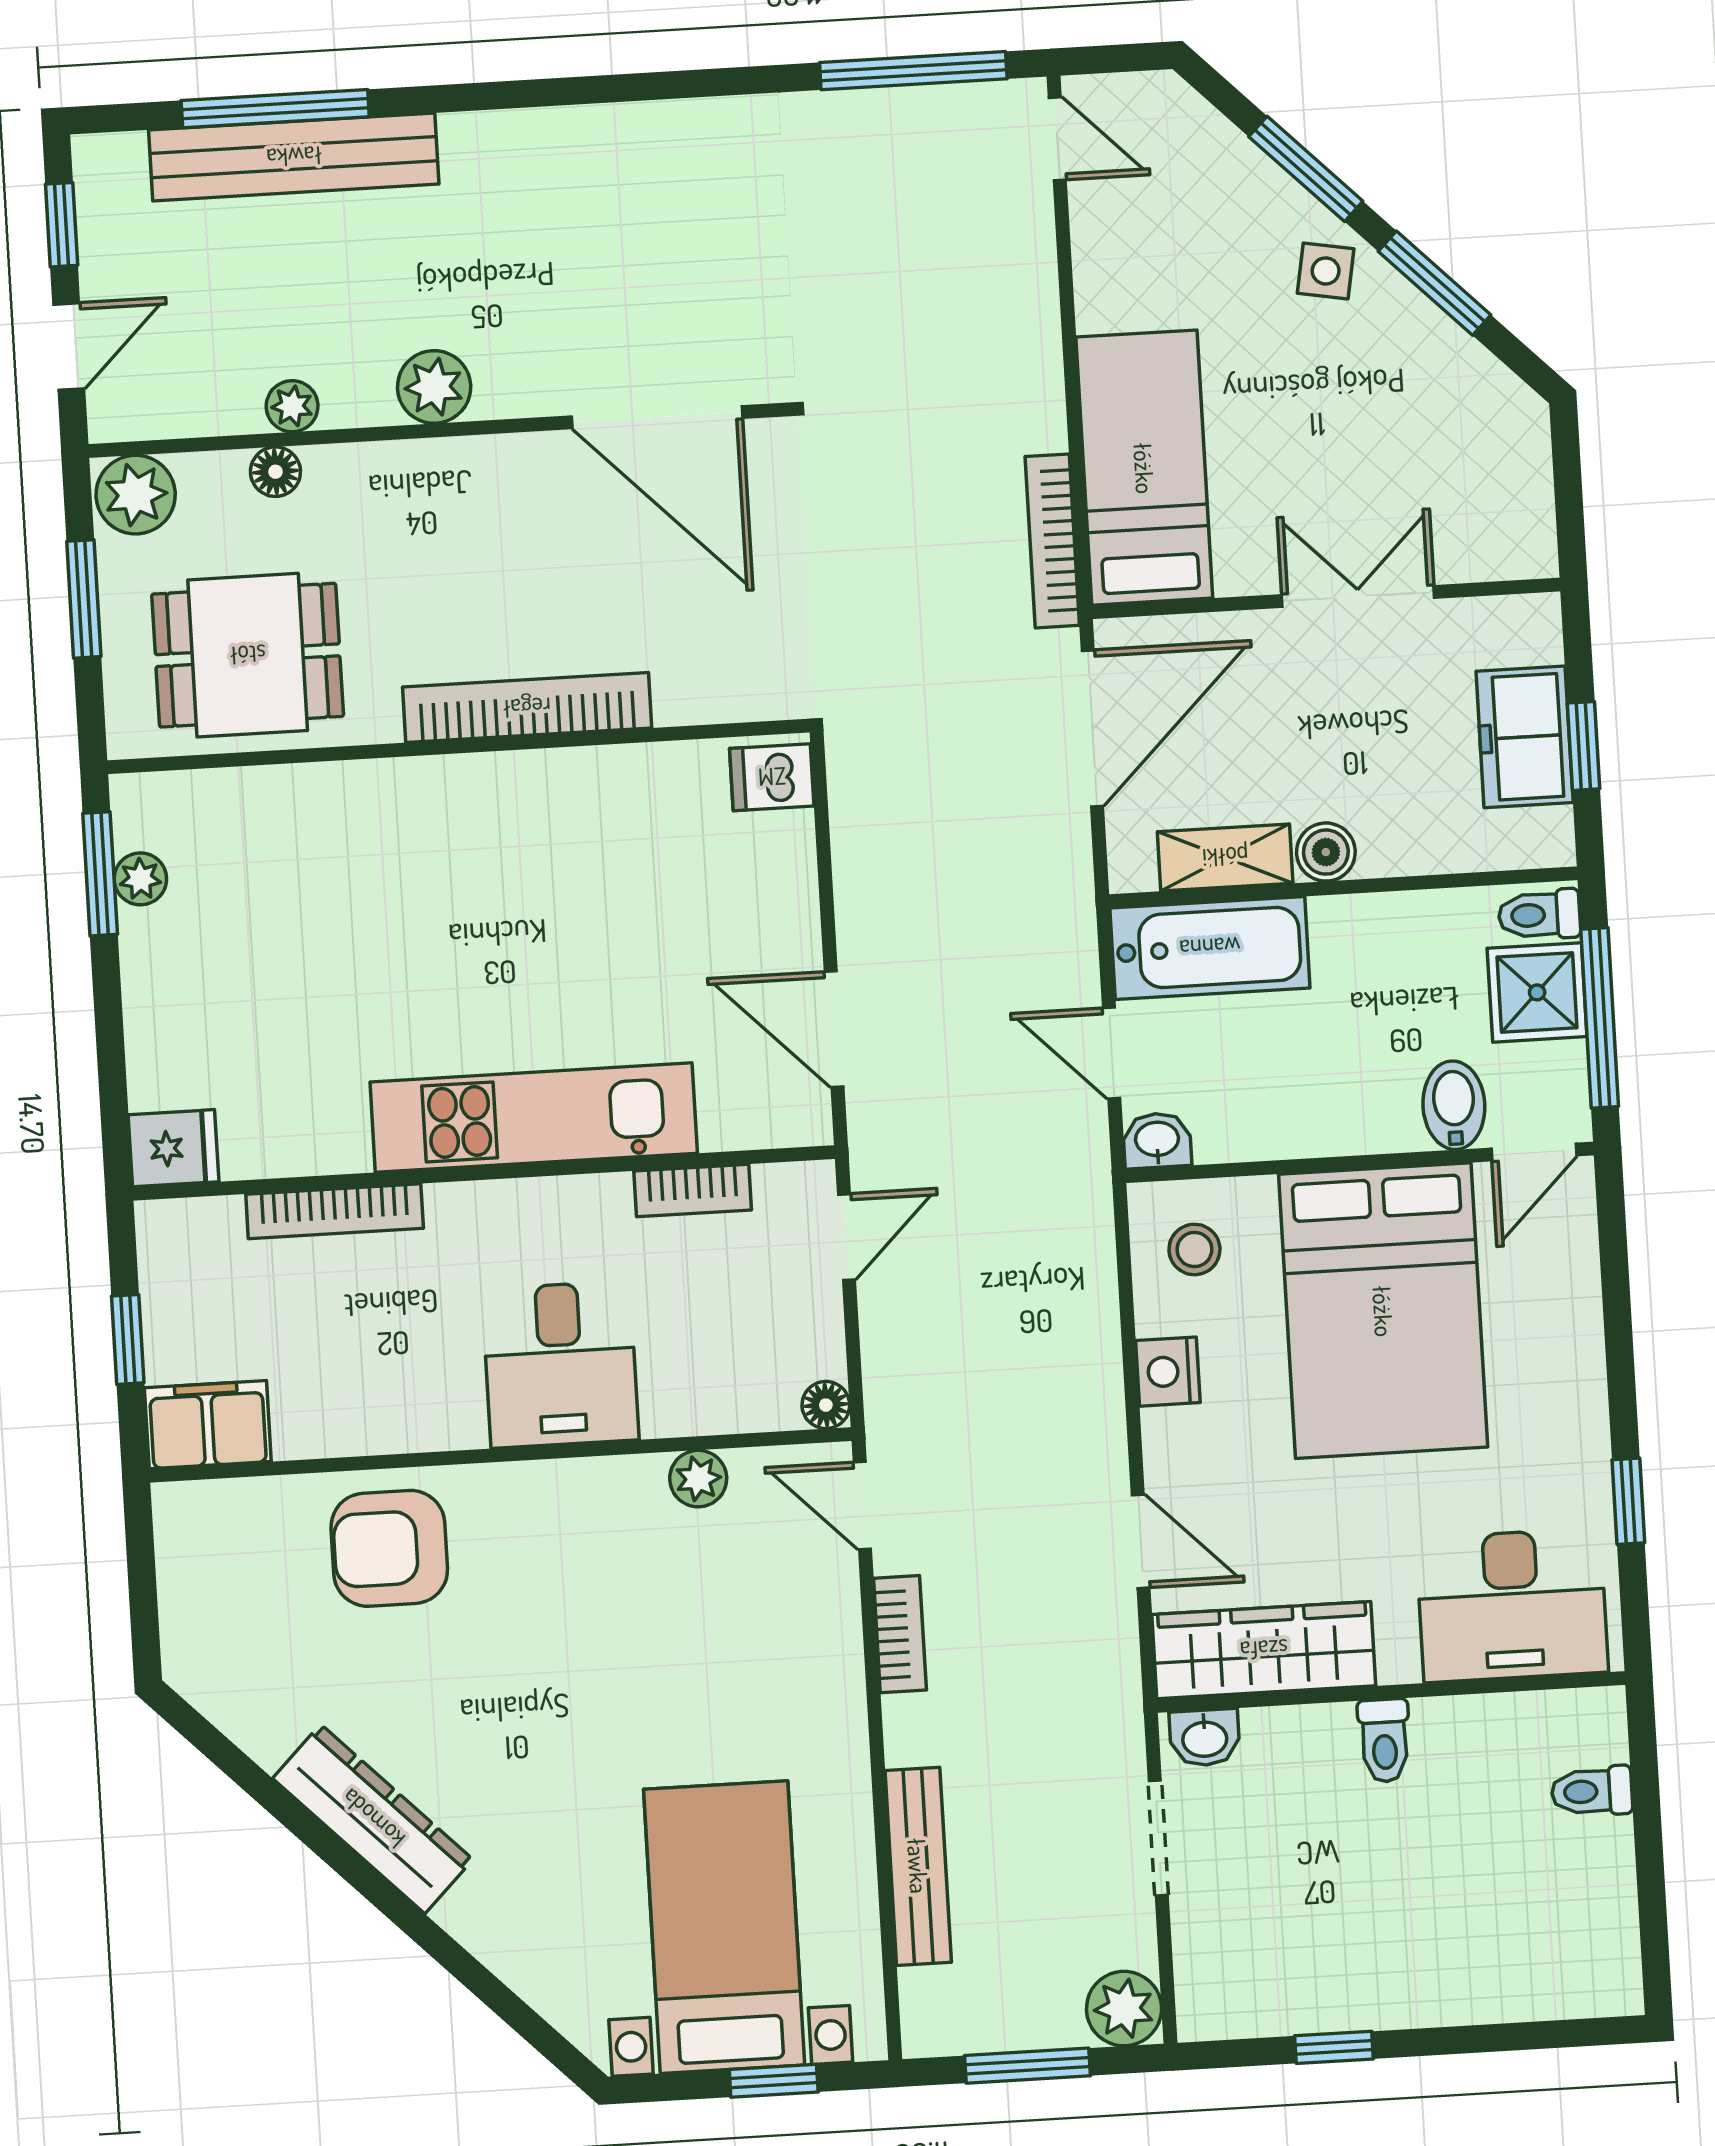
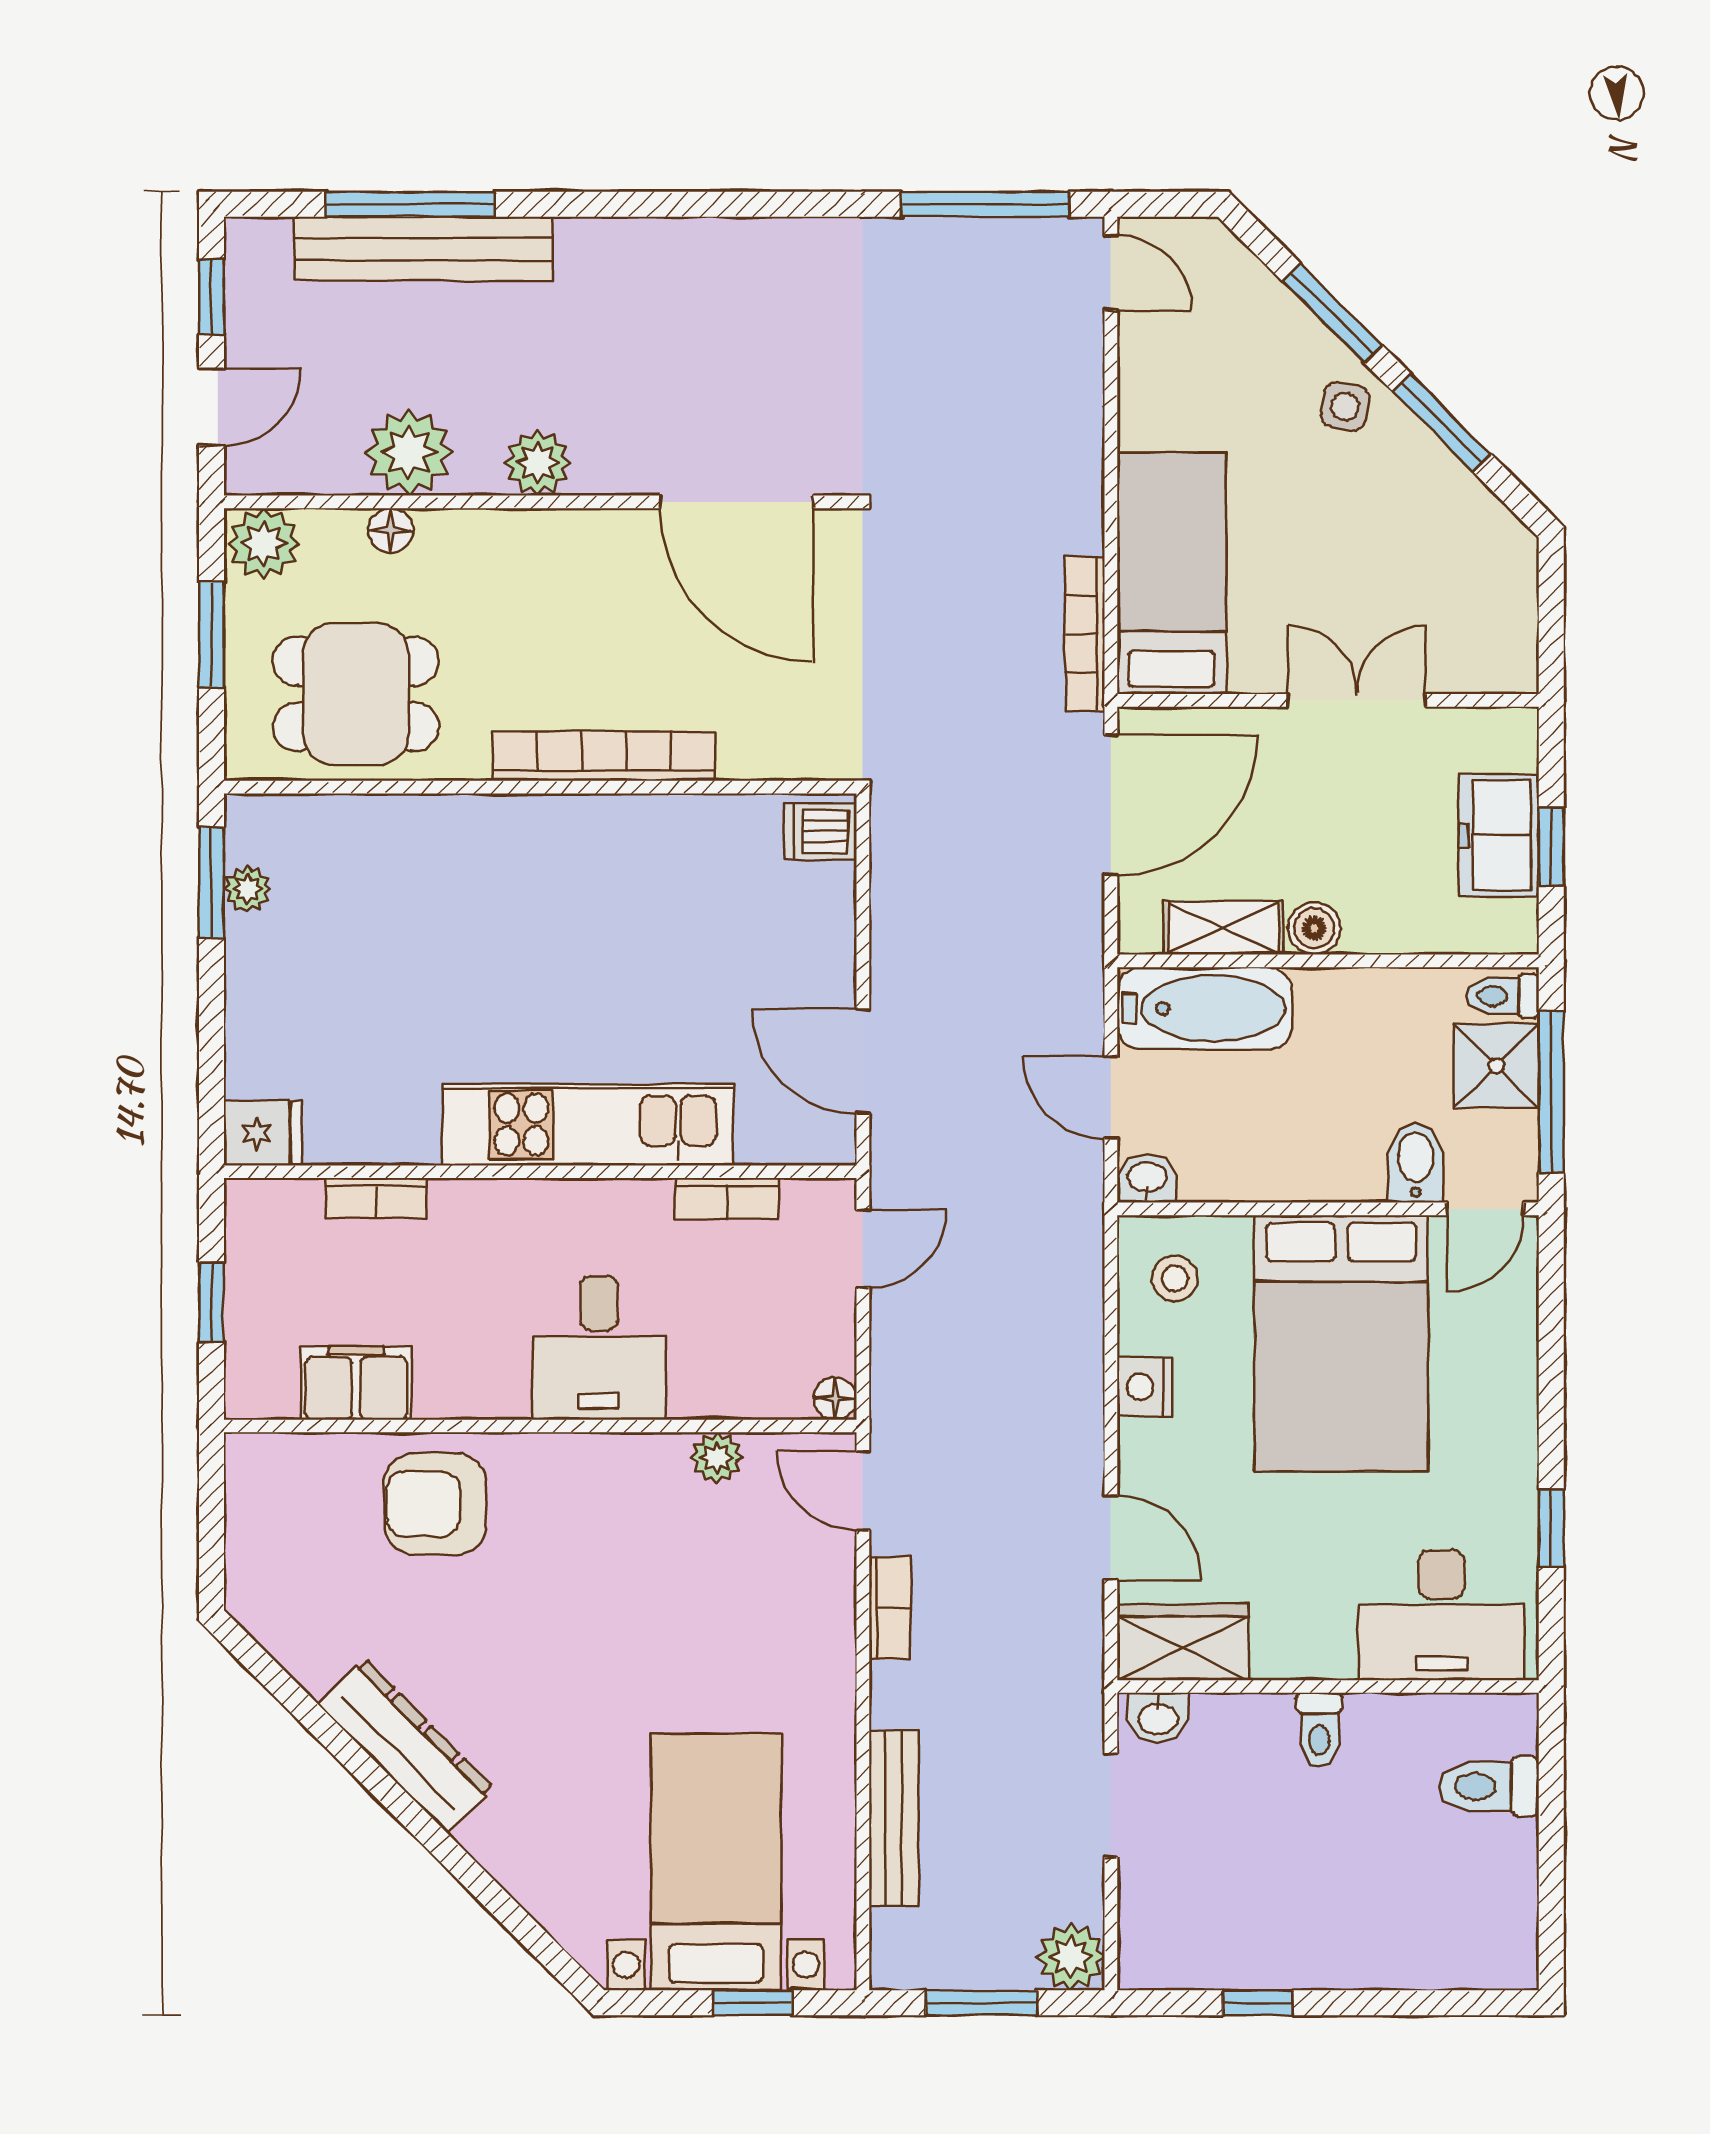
plant: (292, 406) -> (409, 452), width x1.87, depth x1.87
bookcase: (335, 1211) -> (376, 1198), width x0.64
filing cabinet: (208, 1425) -> (356, 1383), moved
wardrobe: (1264, 1650) -> (1183, 1642), width x0.67
toilet: (1592, 1791) -> (1489, 1786), width x1.37, depth x1.39

